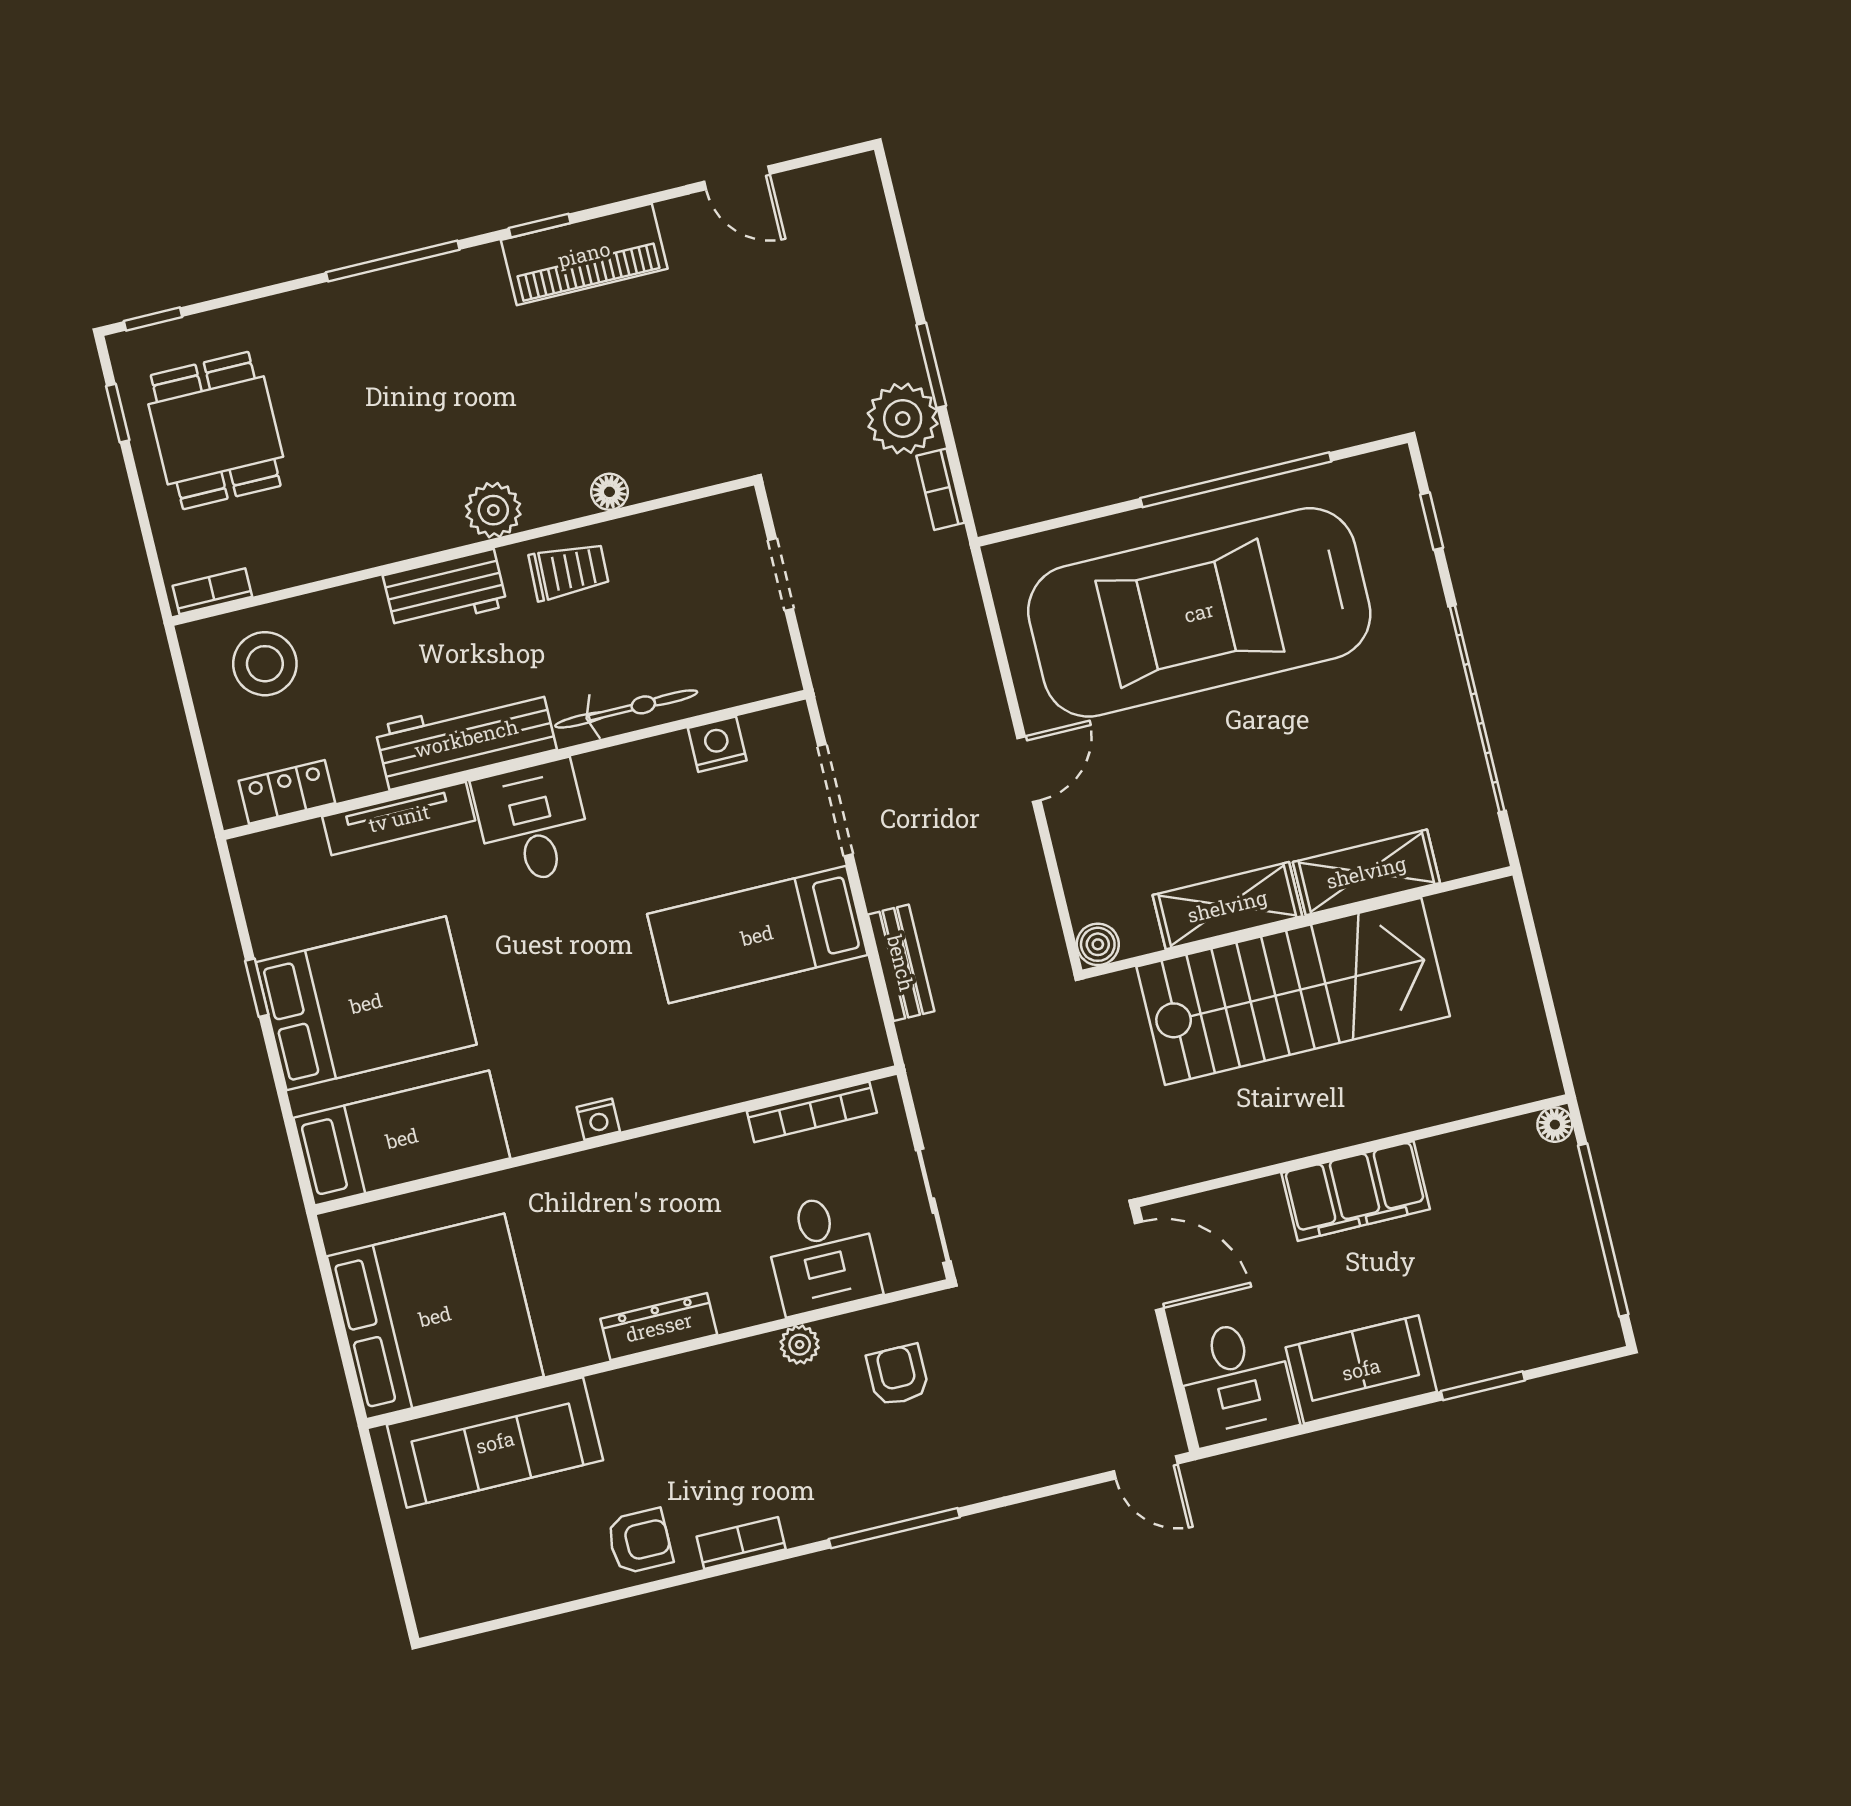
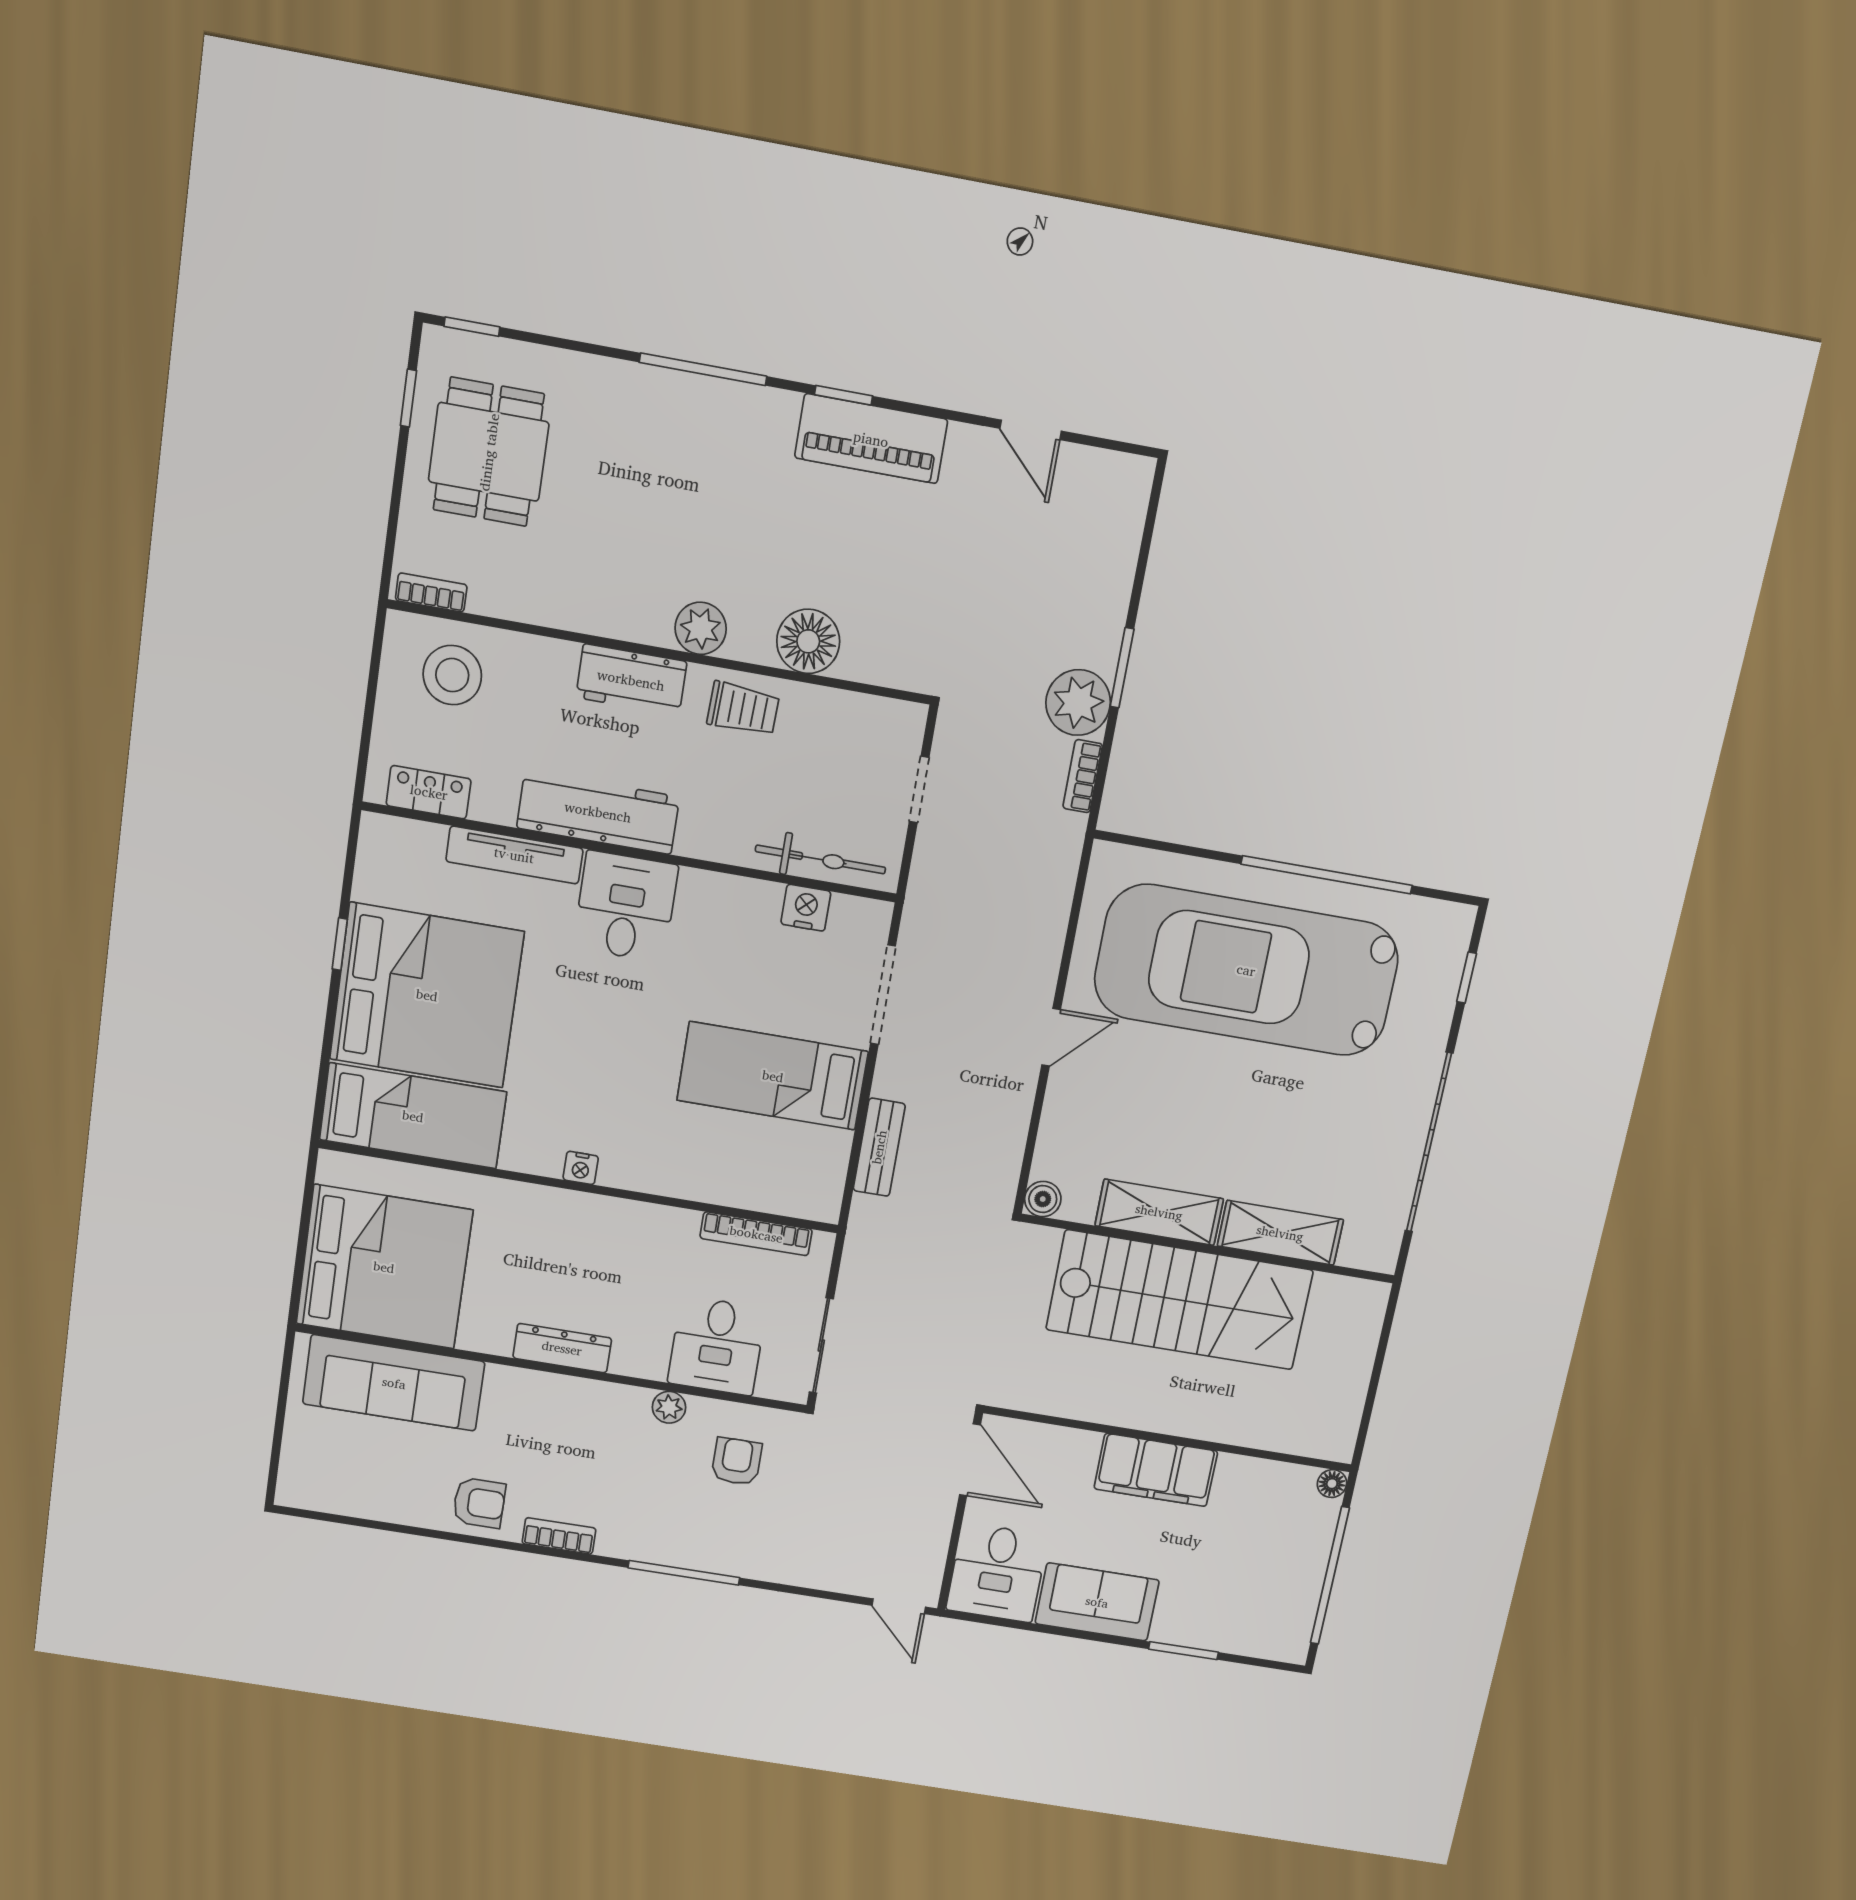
floor lamp: (610, 492) -> (808, 641), width x1.89, depth x1.89
bicycle: (626, 709) -> (820, 859), moved
bed: (366, 1003) -> (427, 995), width x1.36

